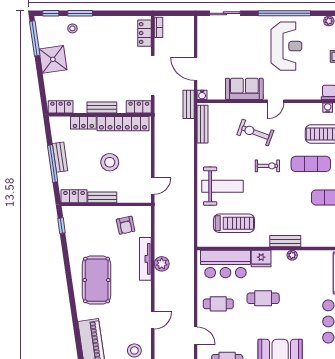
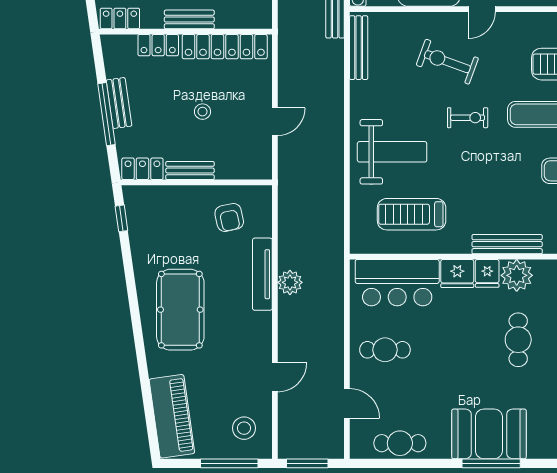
locker: (139, 107) -> (251, 18), removed
stool: (110, 162) -> (202, 112), width x0.53, depth x0.53
door: (153, 186) -> (275, 122), moved
treadmill: (234, 223) -> (412, 214), turned 180
bench: (285, 241) -> (507, 244), width x1.36
plant: (292, 255) -> (517, 275), width x1.88, depth x1.88
fridge: (279, 258) -> (487, 273), added
cafe table: (263, 298) -> (518, 340), moved, turned 90

